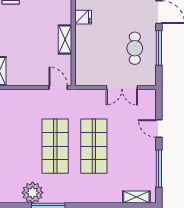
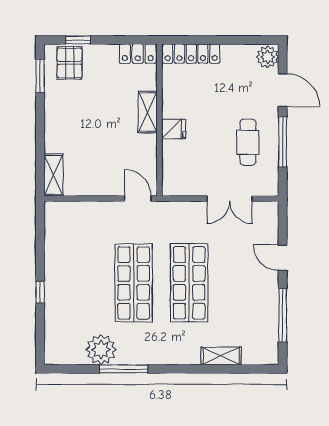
fridge: (83, 17) -> (174, 129), moved
shelving: (65, 40) -> (148, 112), moved
shelving: (136, 197) -> (221, 356), moved

